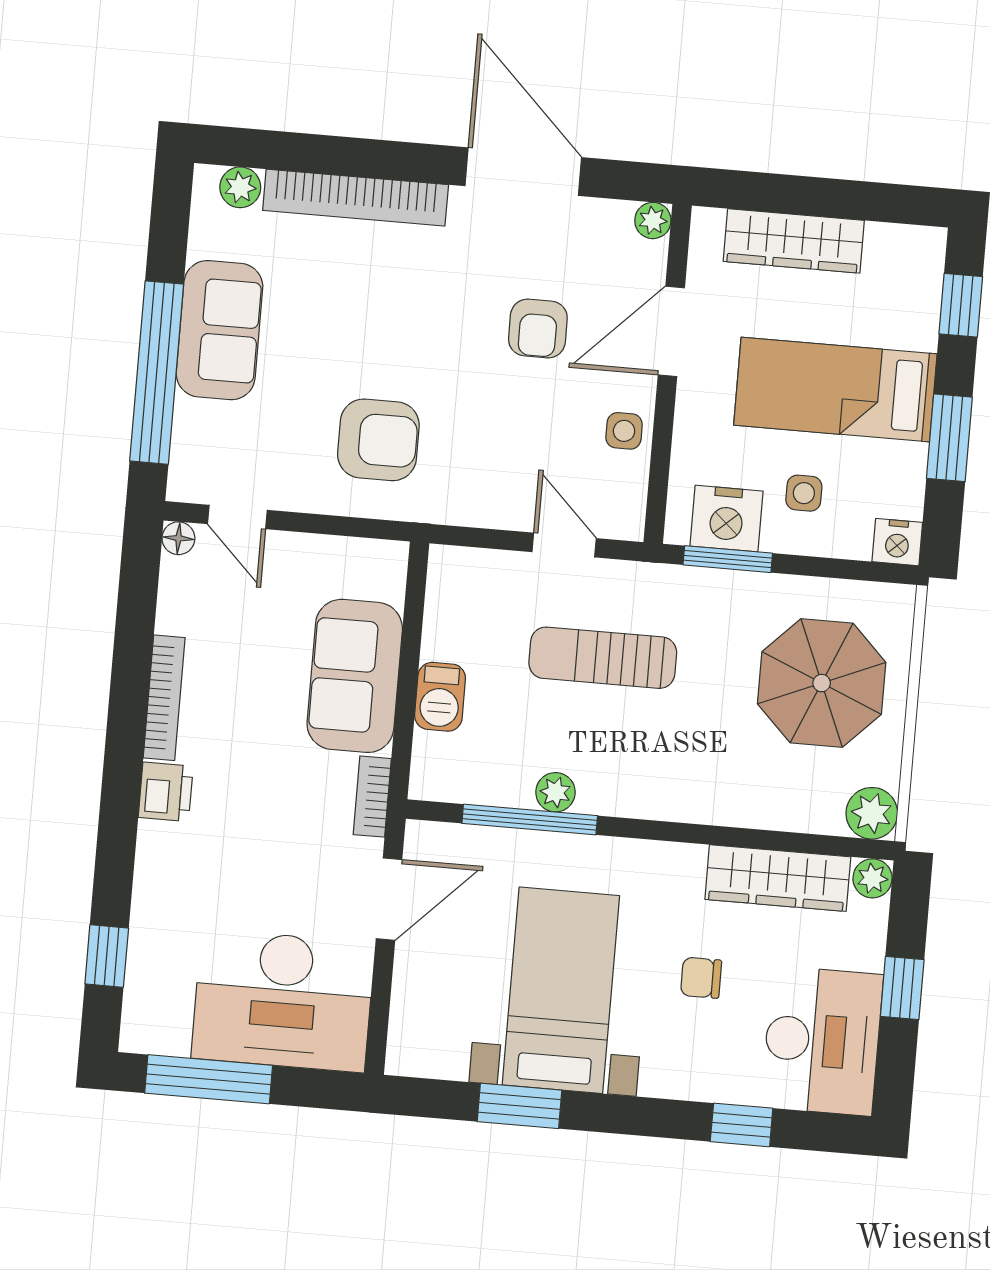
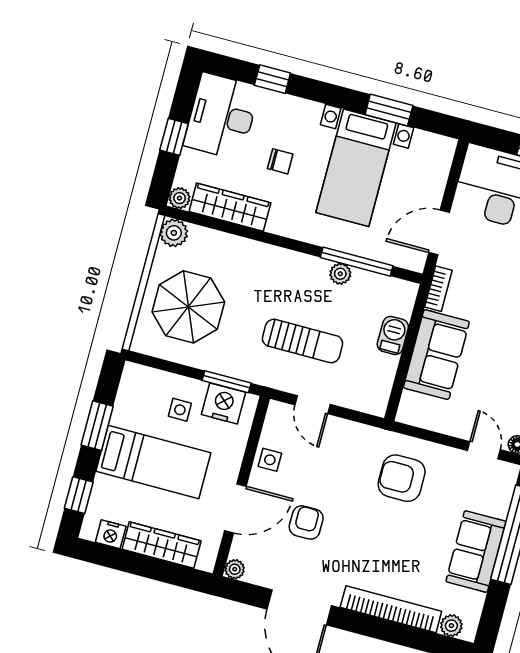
nightstand: (897, 542) -> (111, 534), moved, turned 180

